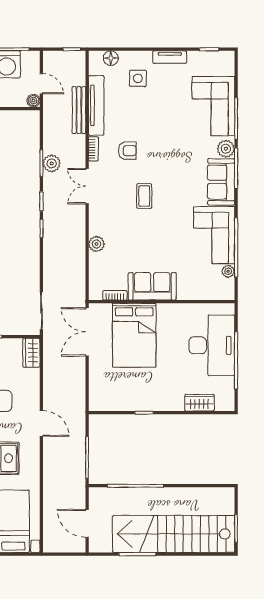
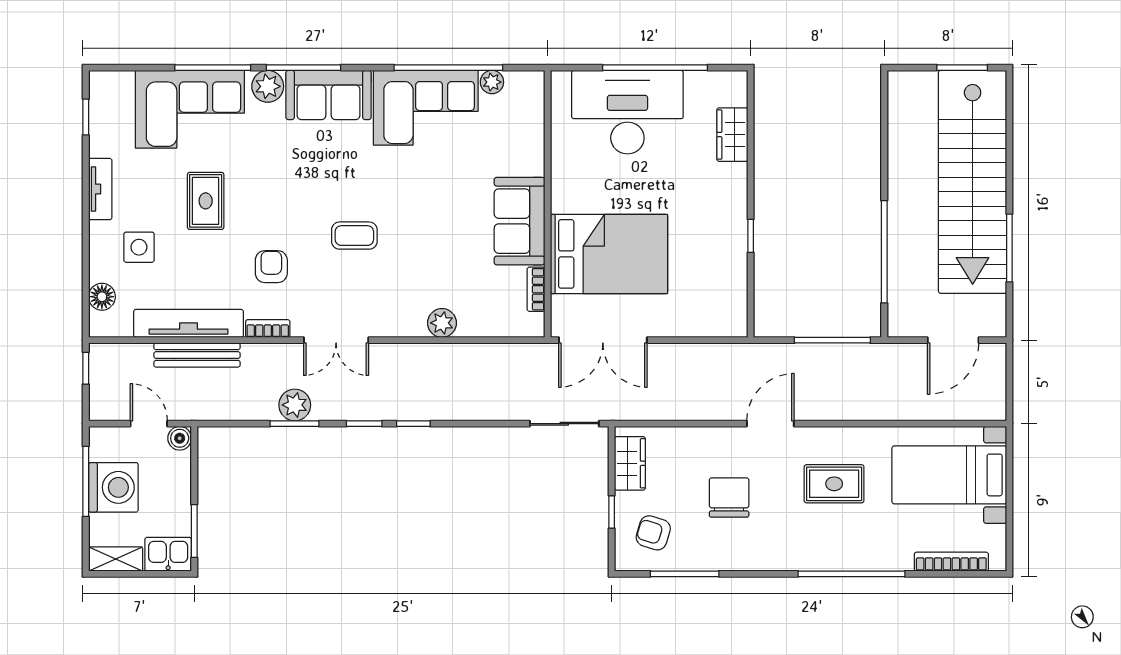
door: (41, 84) -> (149, 424), hinge flipped
rug: (163, 115) -> (206, 201), added
wardrobe: (31, 353) -> (630, 463), moved, turned -90

